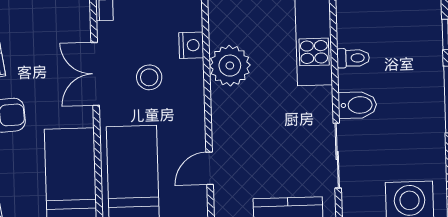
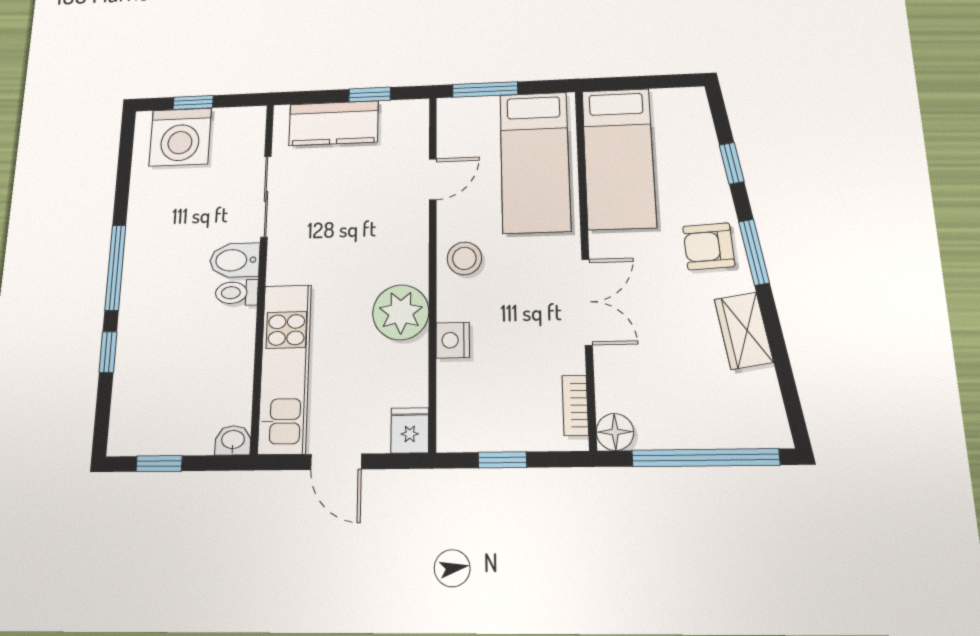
toilet: (353, 58) -> (237, 293), moved
stool: (149, 77) -> (464, 258), moved

